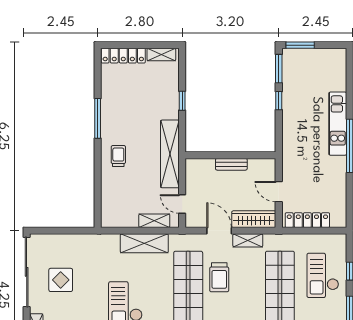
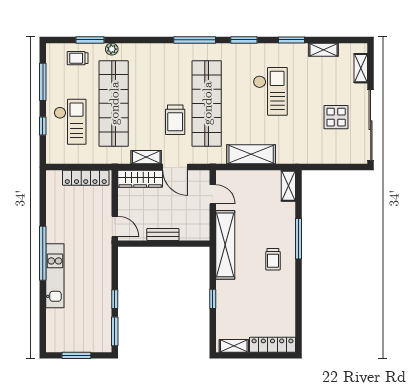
window: (300, 45) -> (76, 355), moved
window: (98, 118) -> (299, 239), moved
trolley: (118, 156) -> (273, 259), moved
door: (279, 192) -> (115, 226), moved
shelving: (154, 221) -> (288, 186), moved, turned 90
trolley: (219, 277) -> (175, 120), turned 180

